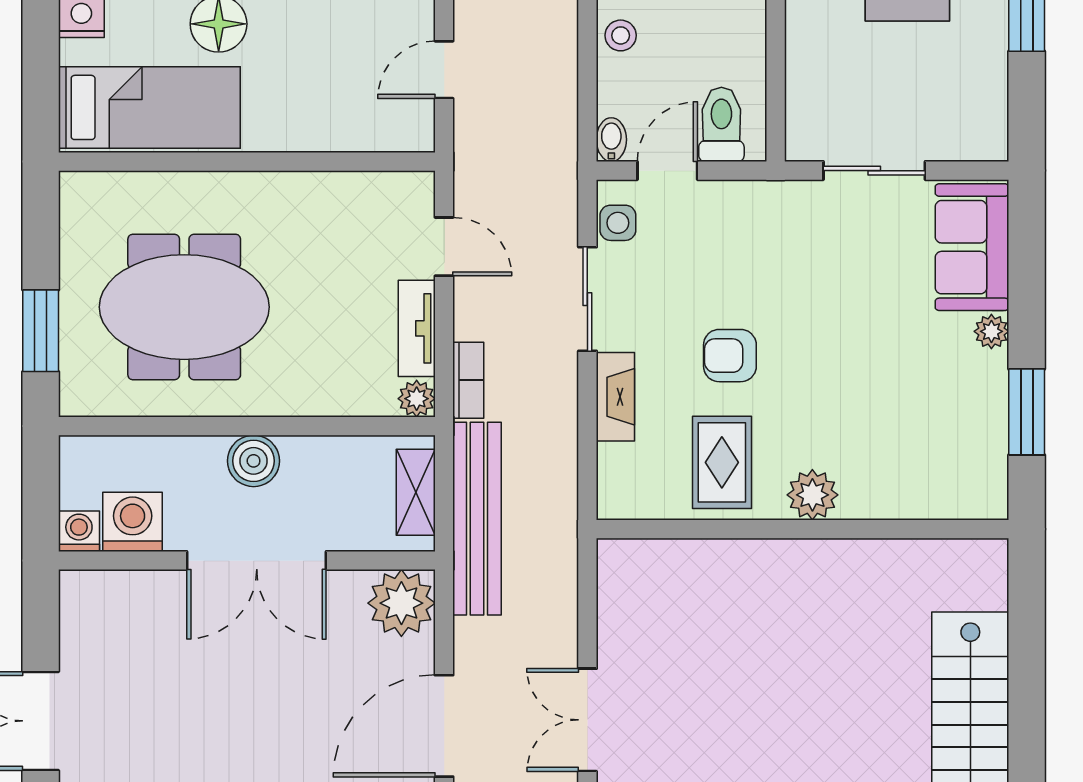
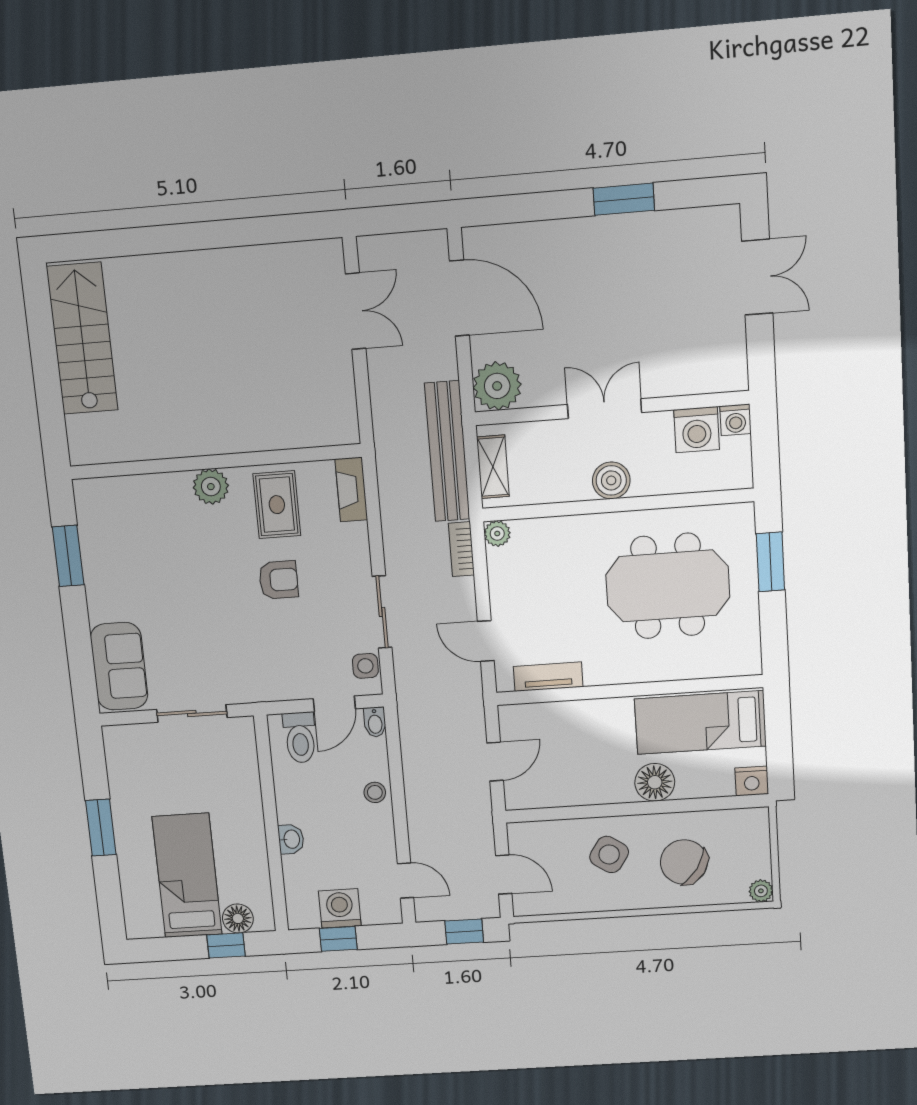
tv unit: (417, 328) -> (548, 677), moved, turned -90
plant: (991, 331) -> (99, 610), removed
fireplace: (615, 397) -> (351, 489), moved
double door: (257, 561) -> (605, 409), width x0.73
door: (444, 726) -> (459, 298), hinge flipped

